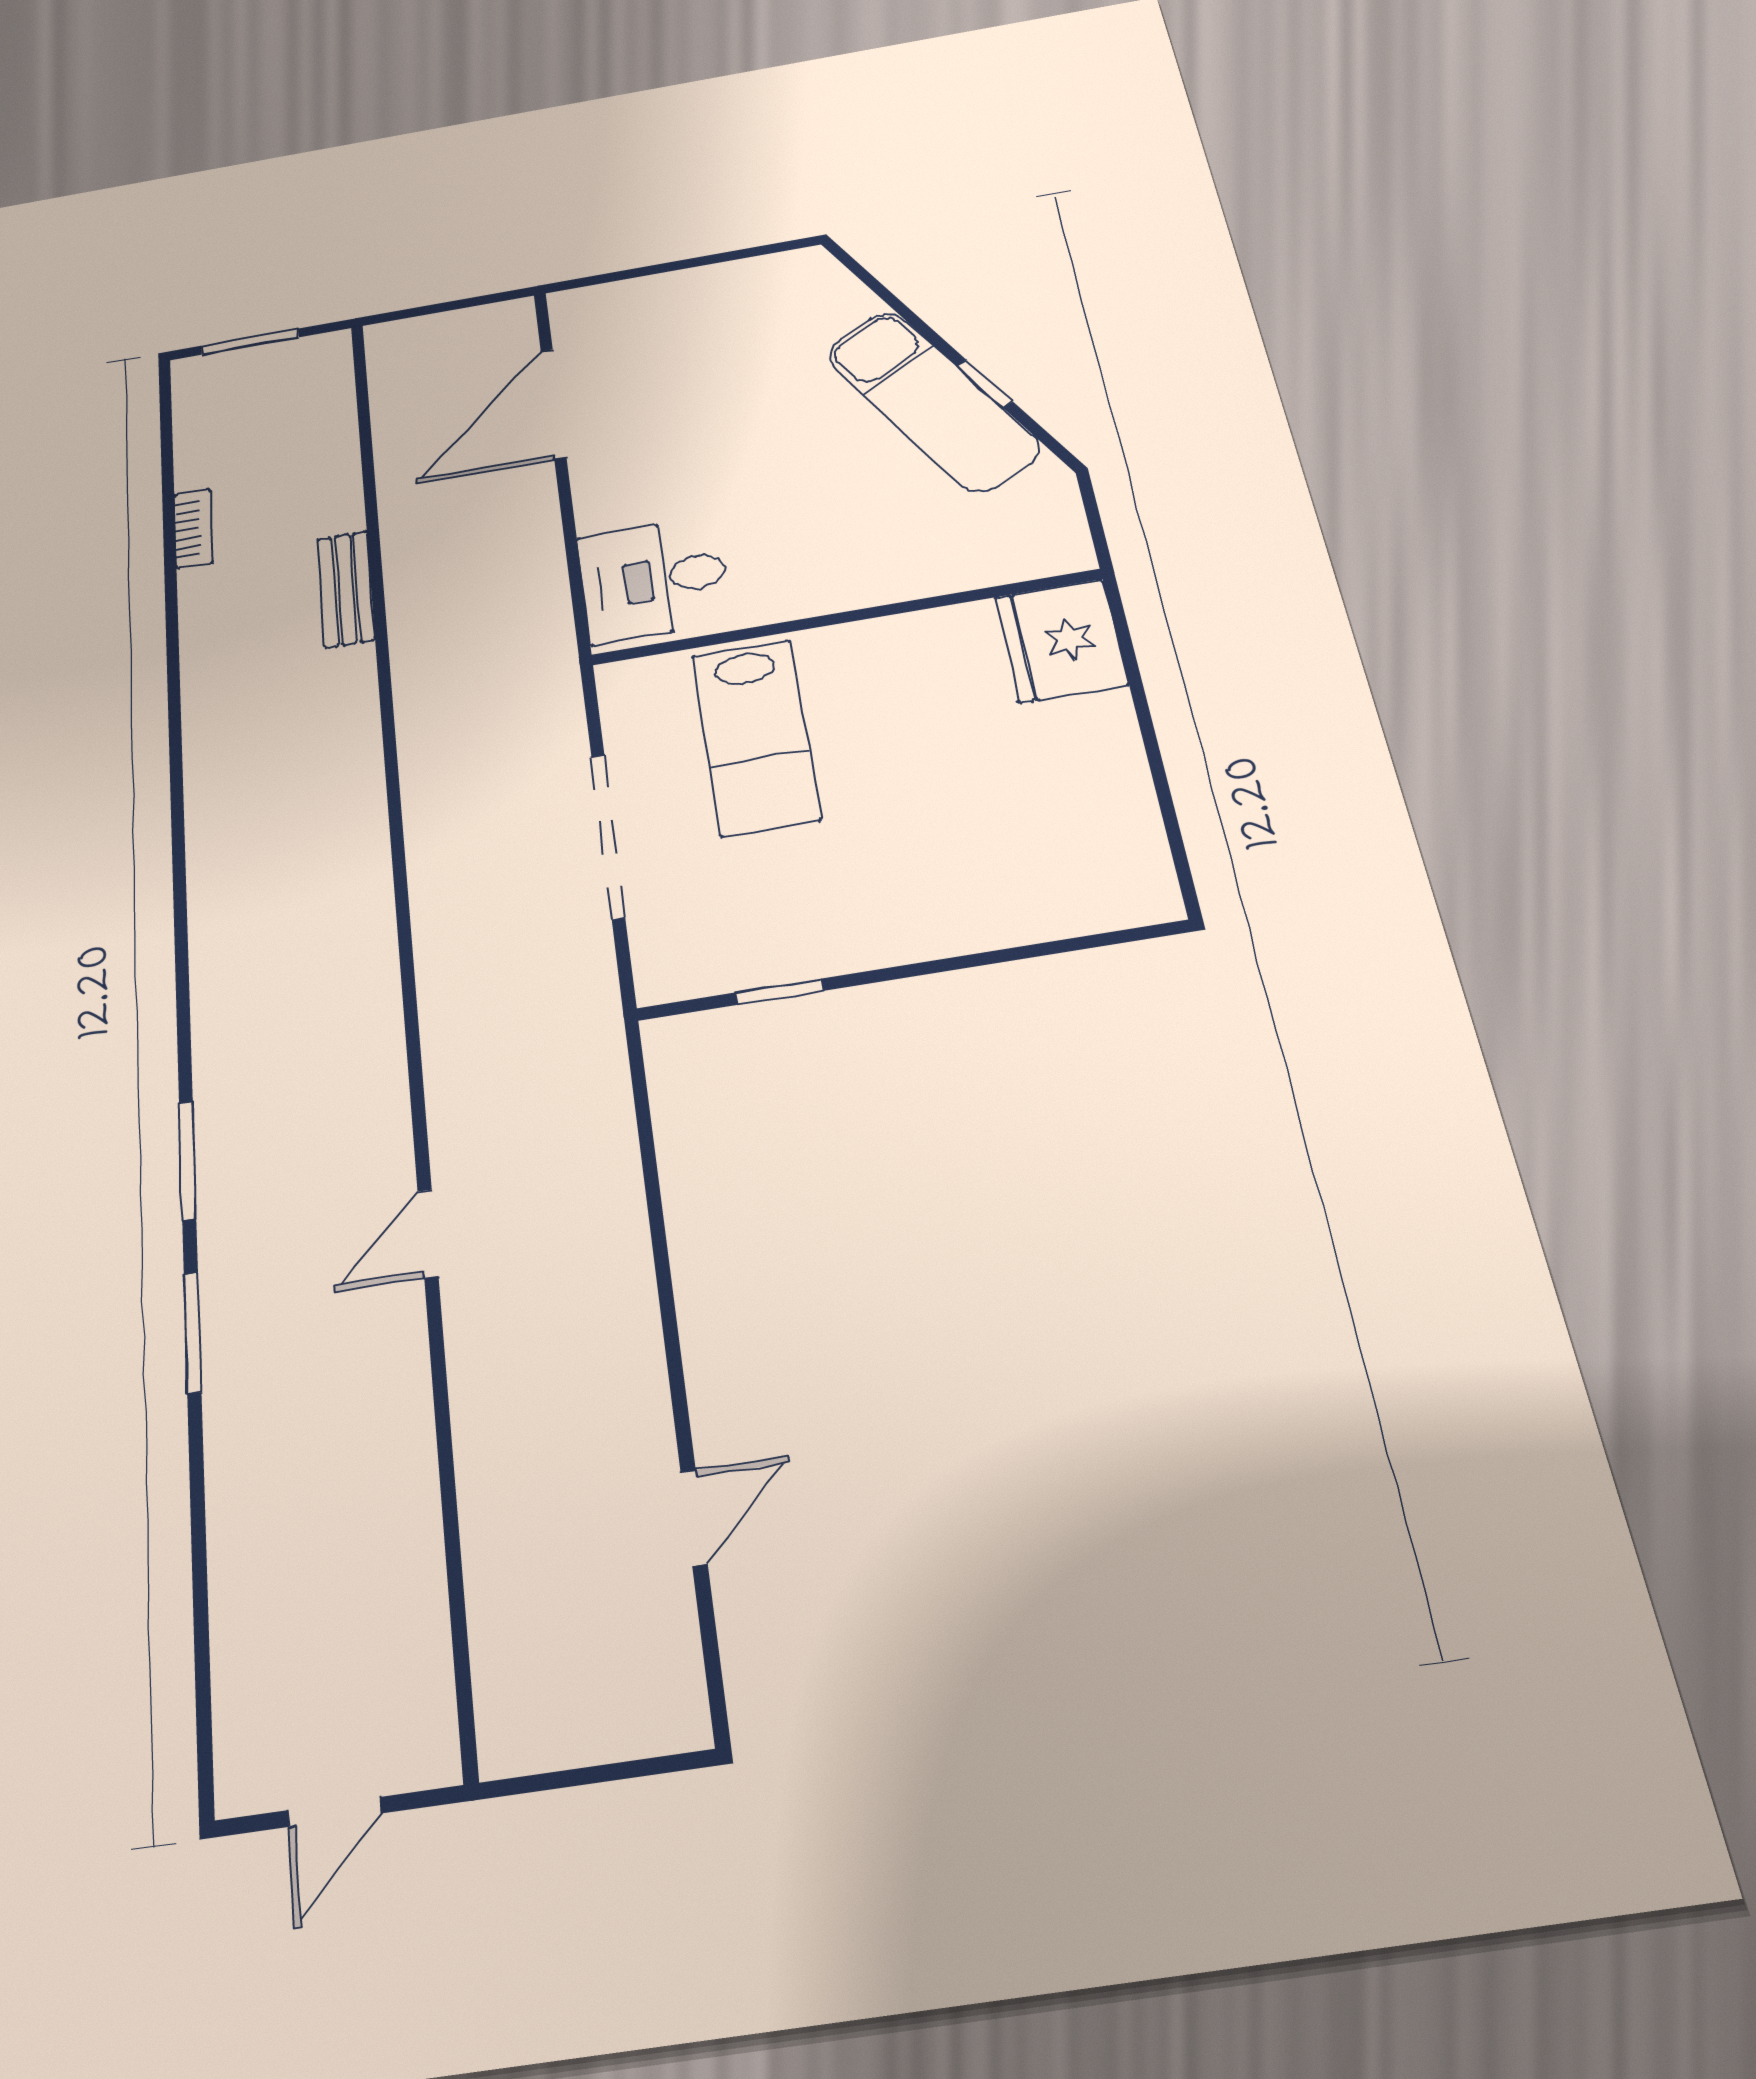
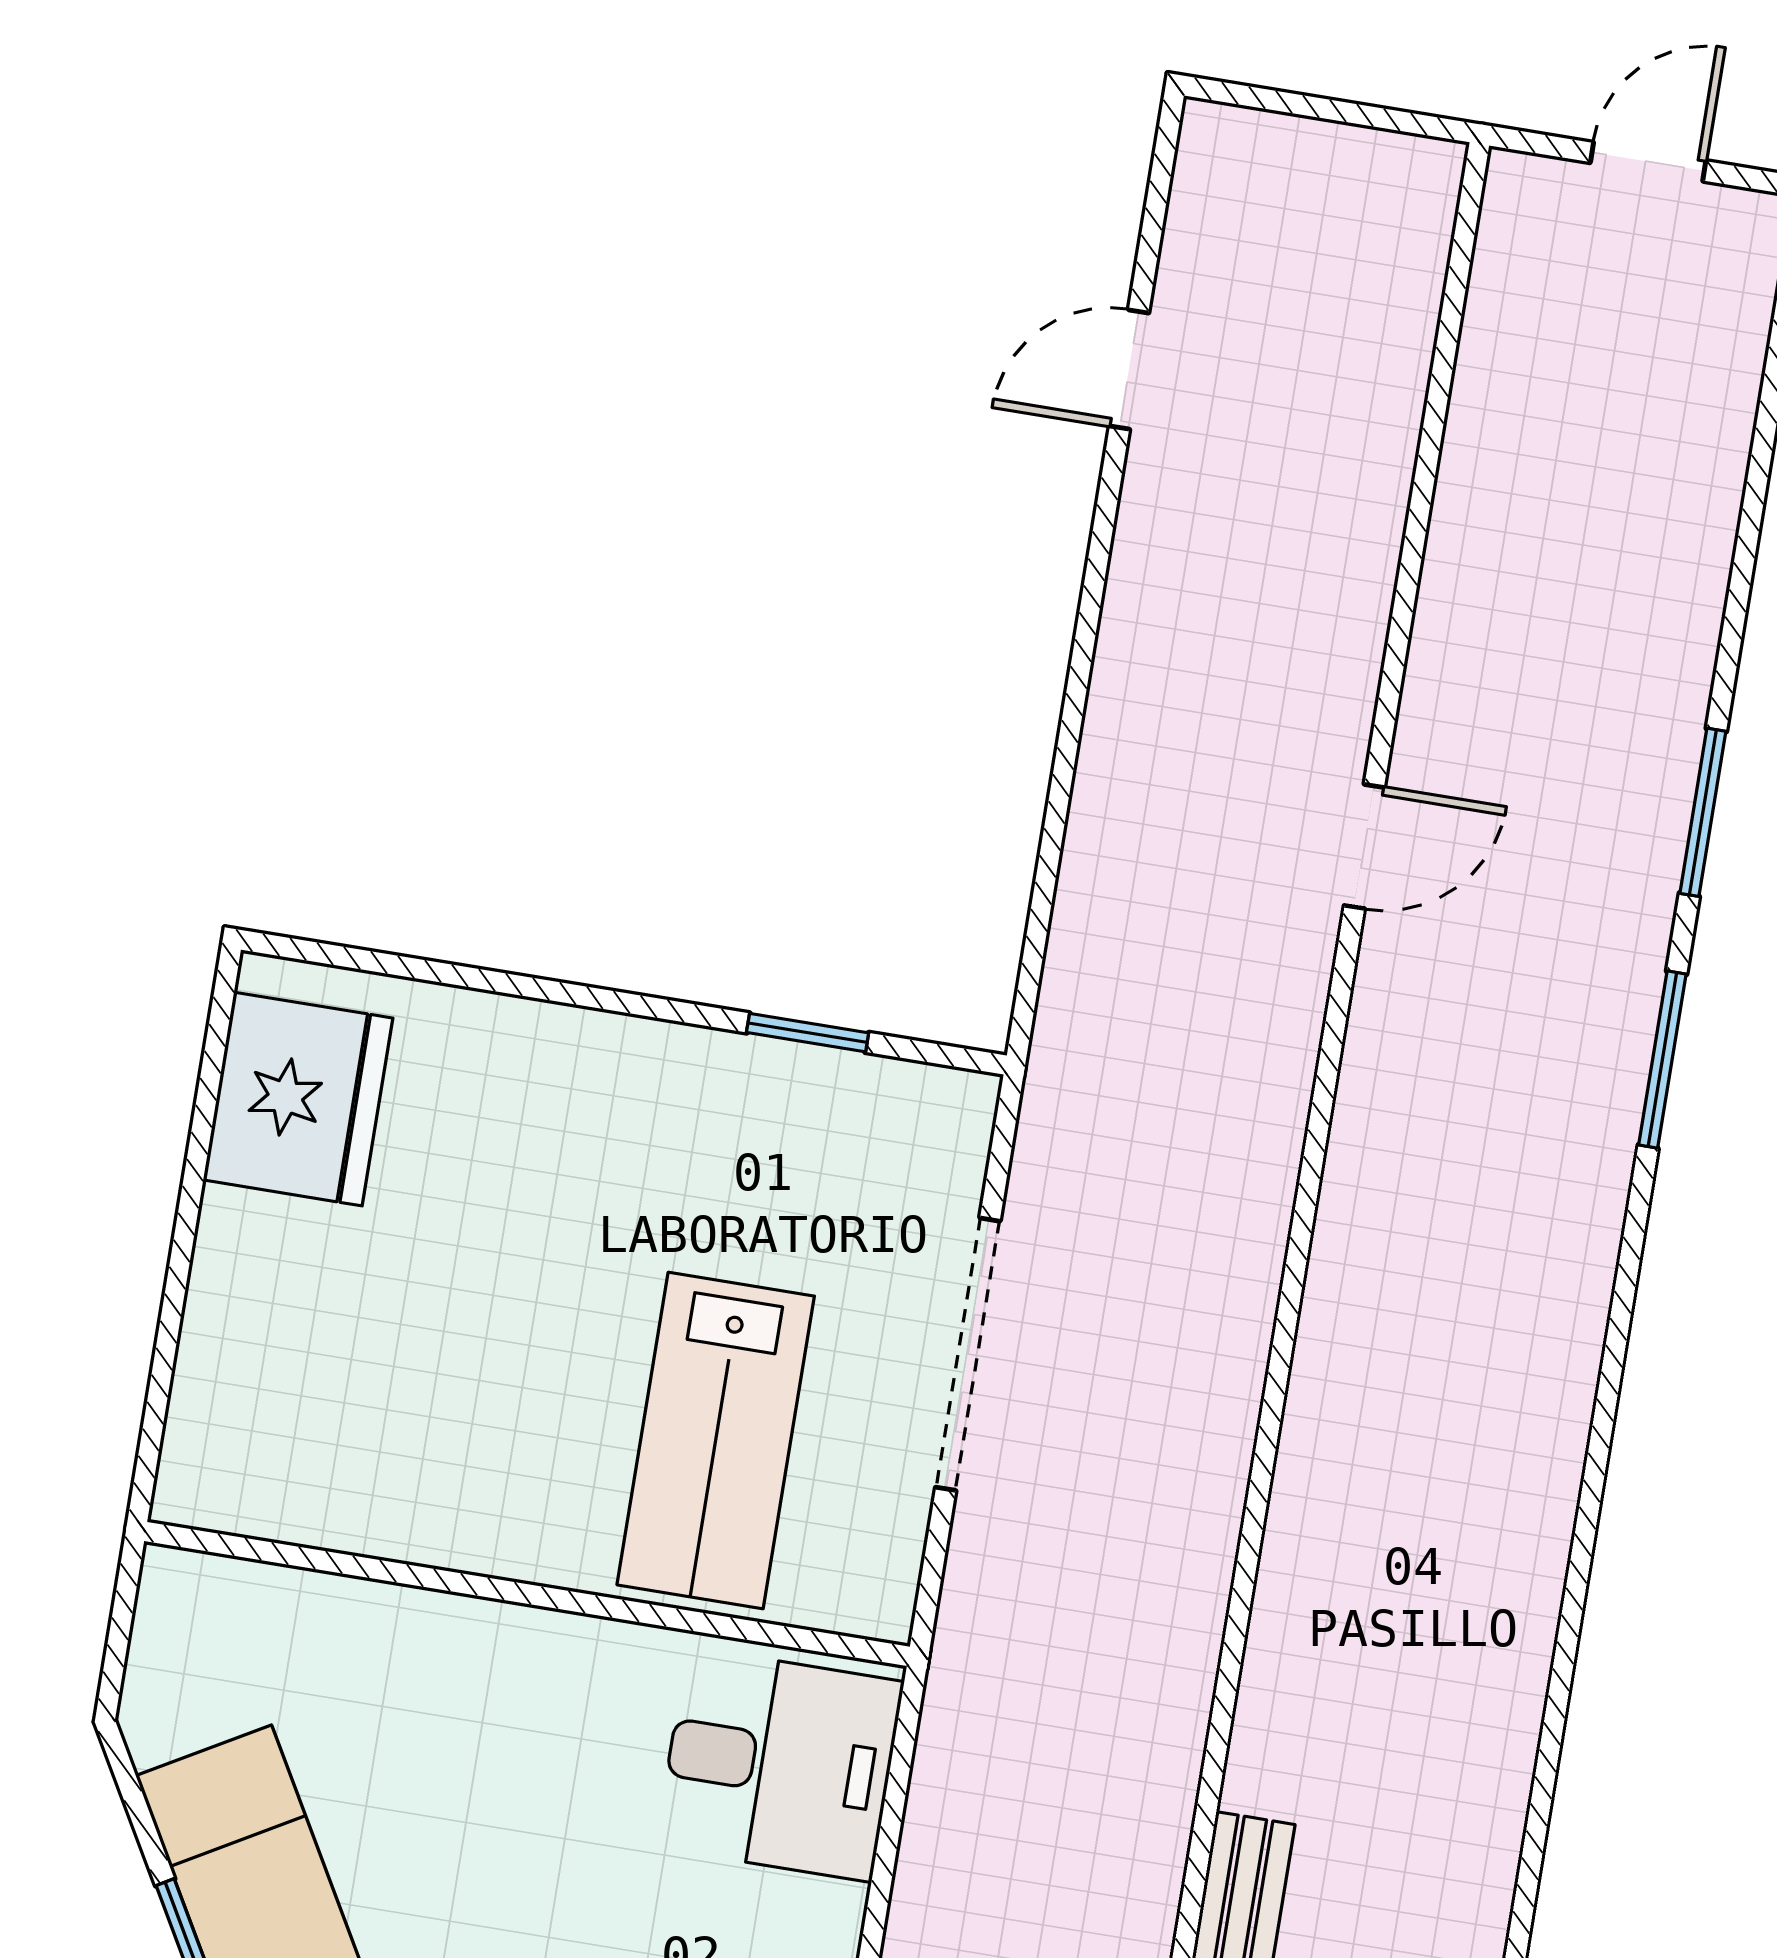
fridge: (1061, 641) -> (298, 1099), moved
lab bench: (756, 737) -> (716, 1440), turned 180

